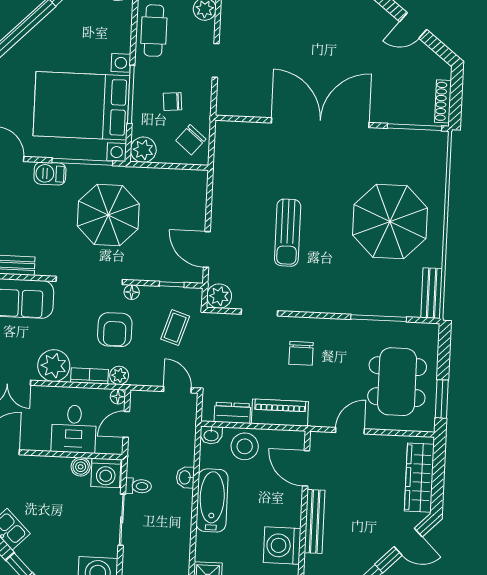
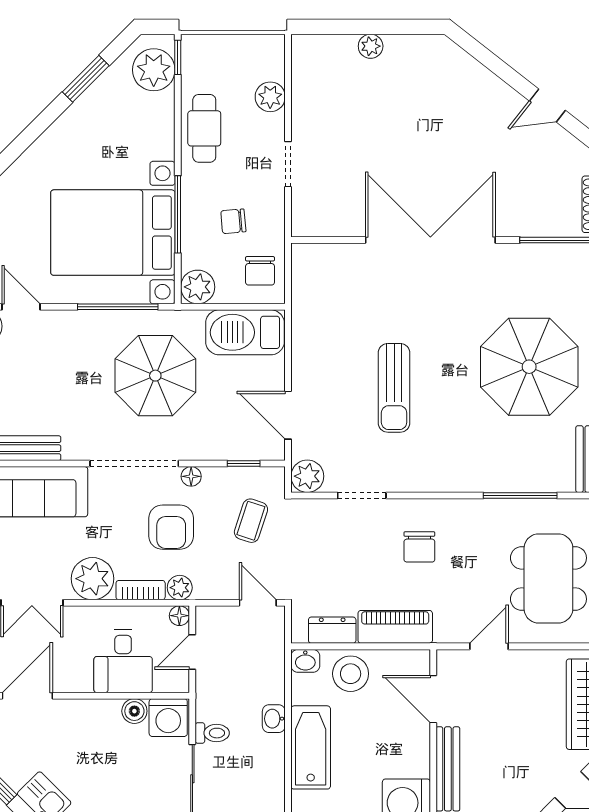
chair: (191, 140) -> (260, 271), turned -40
barbecue: (50, 174) -> (245, 332), moved, width x1.88, depth x1.53

